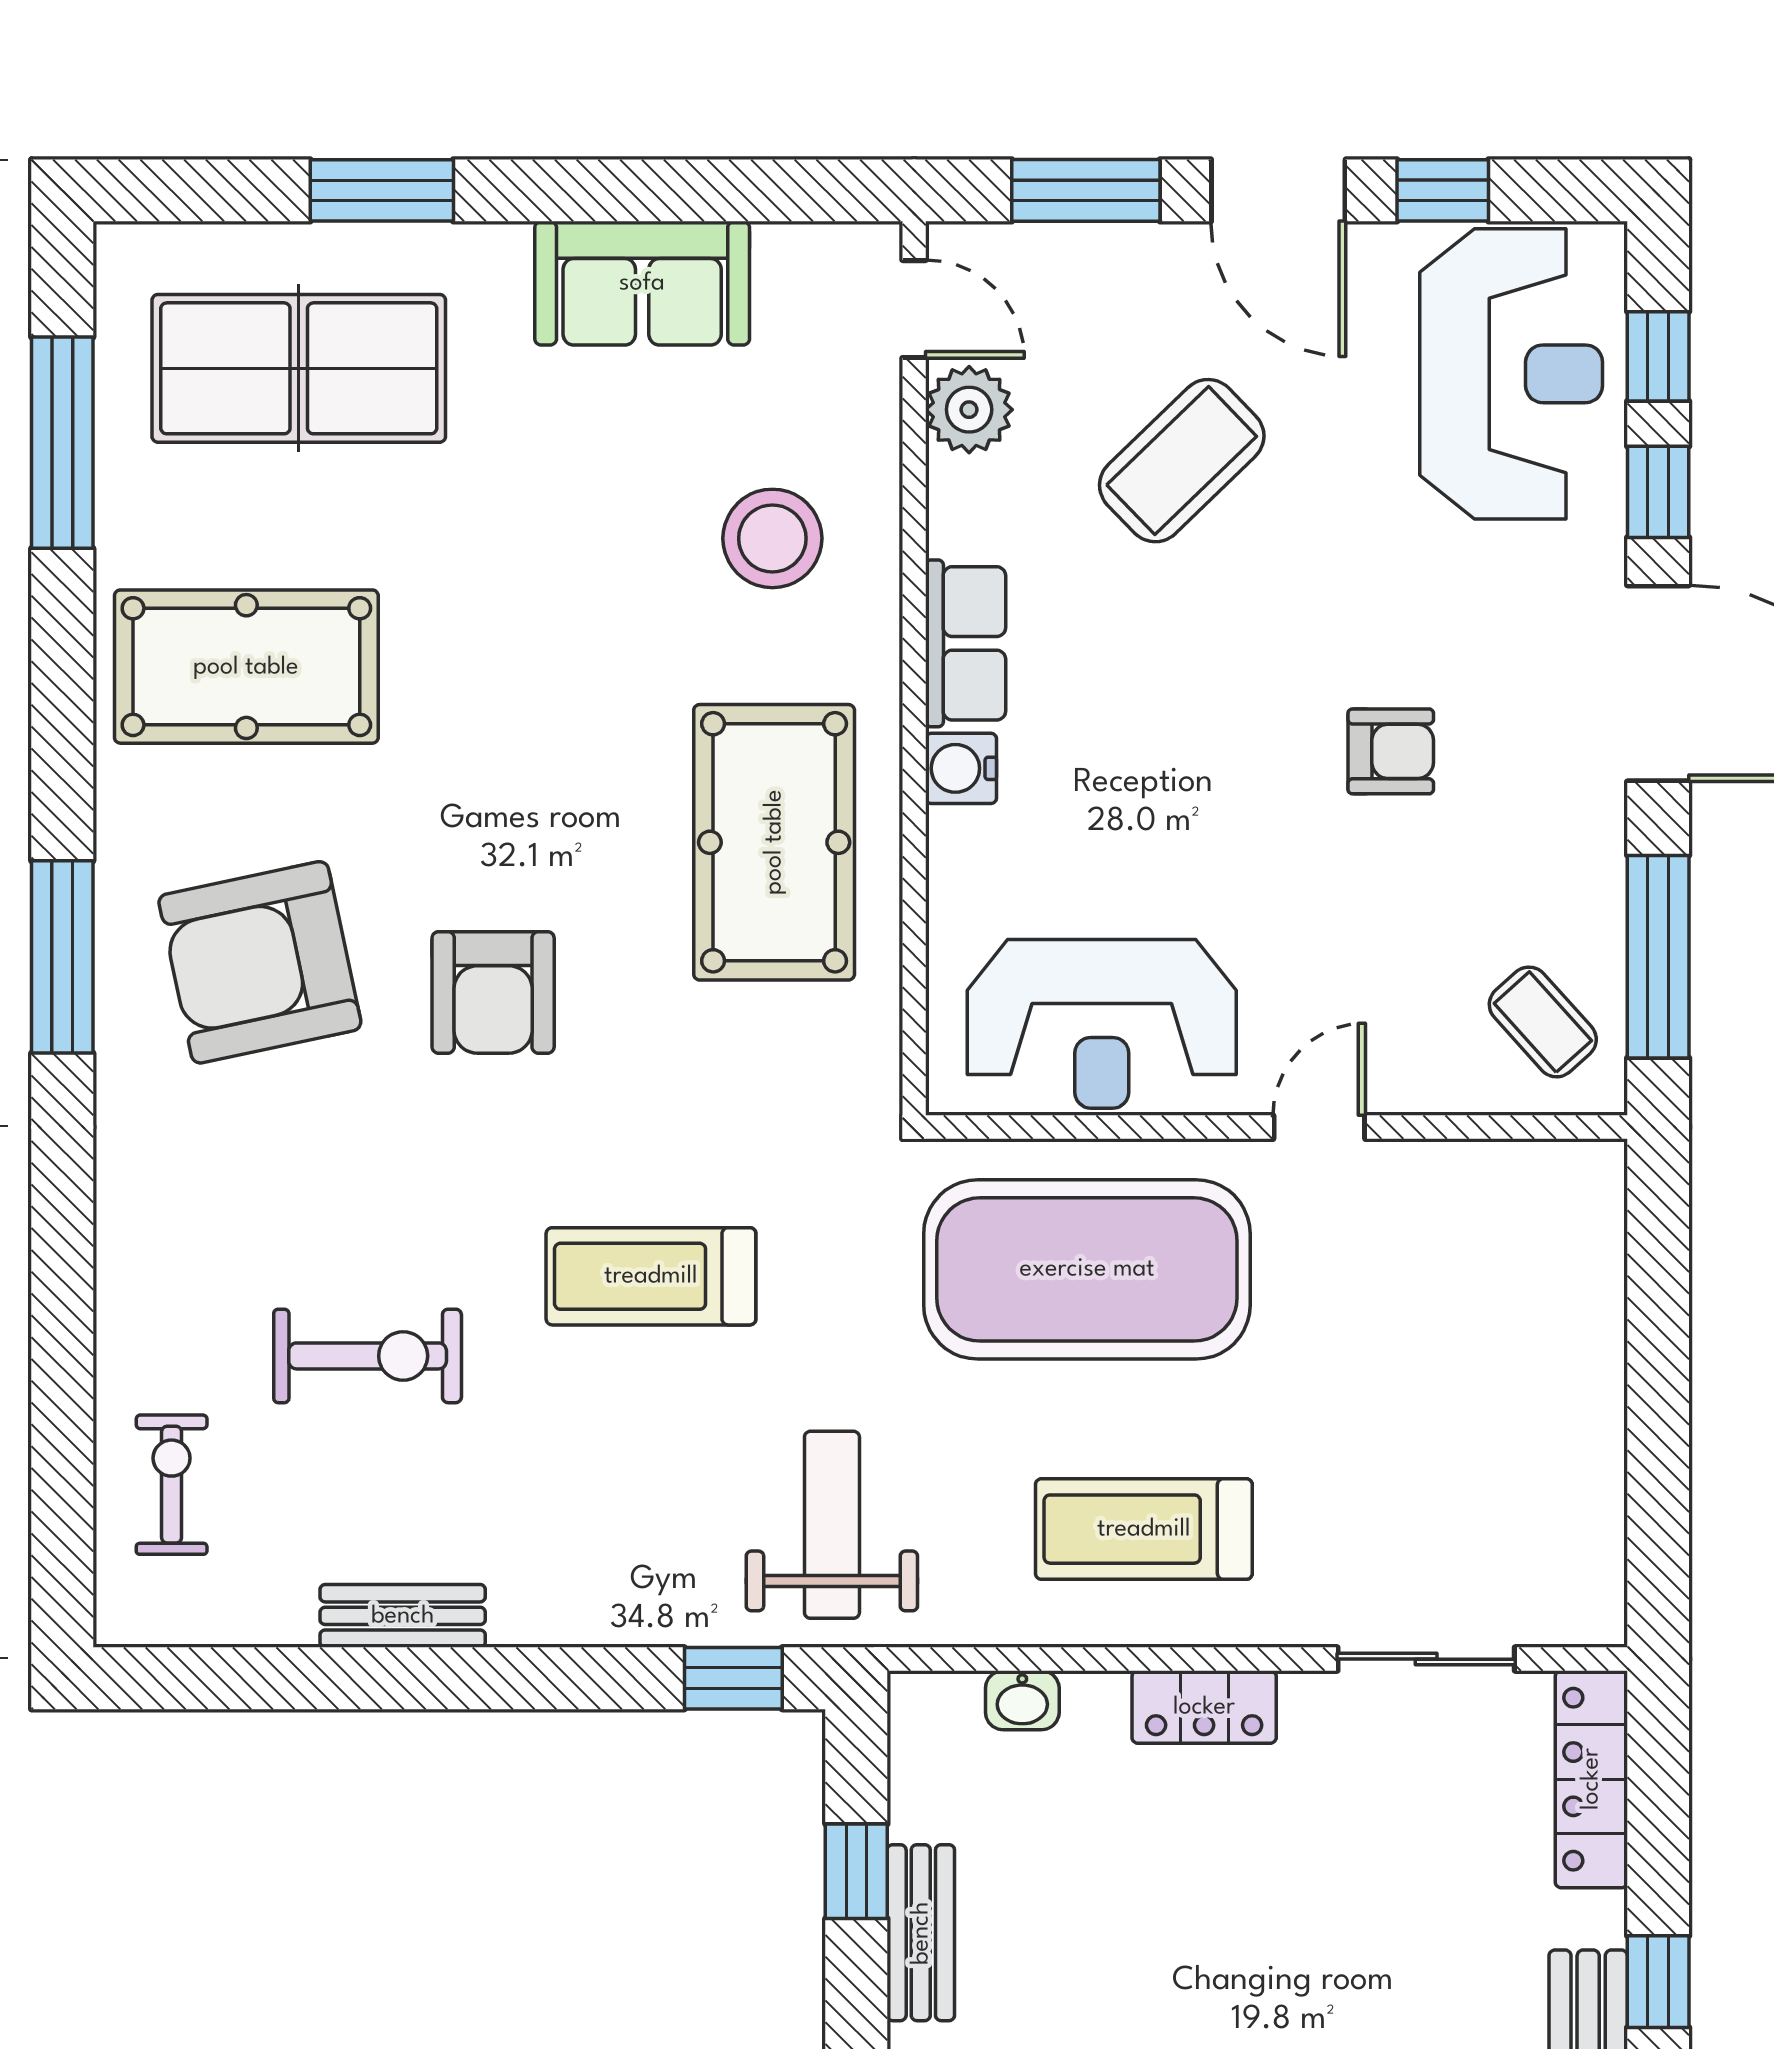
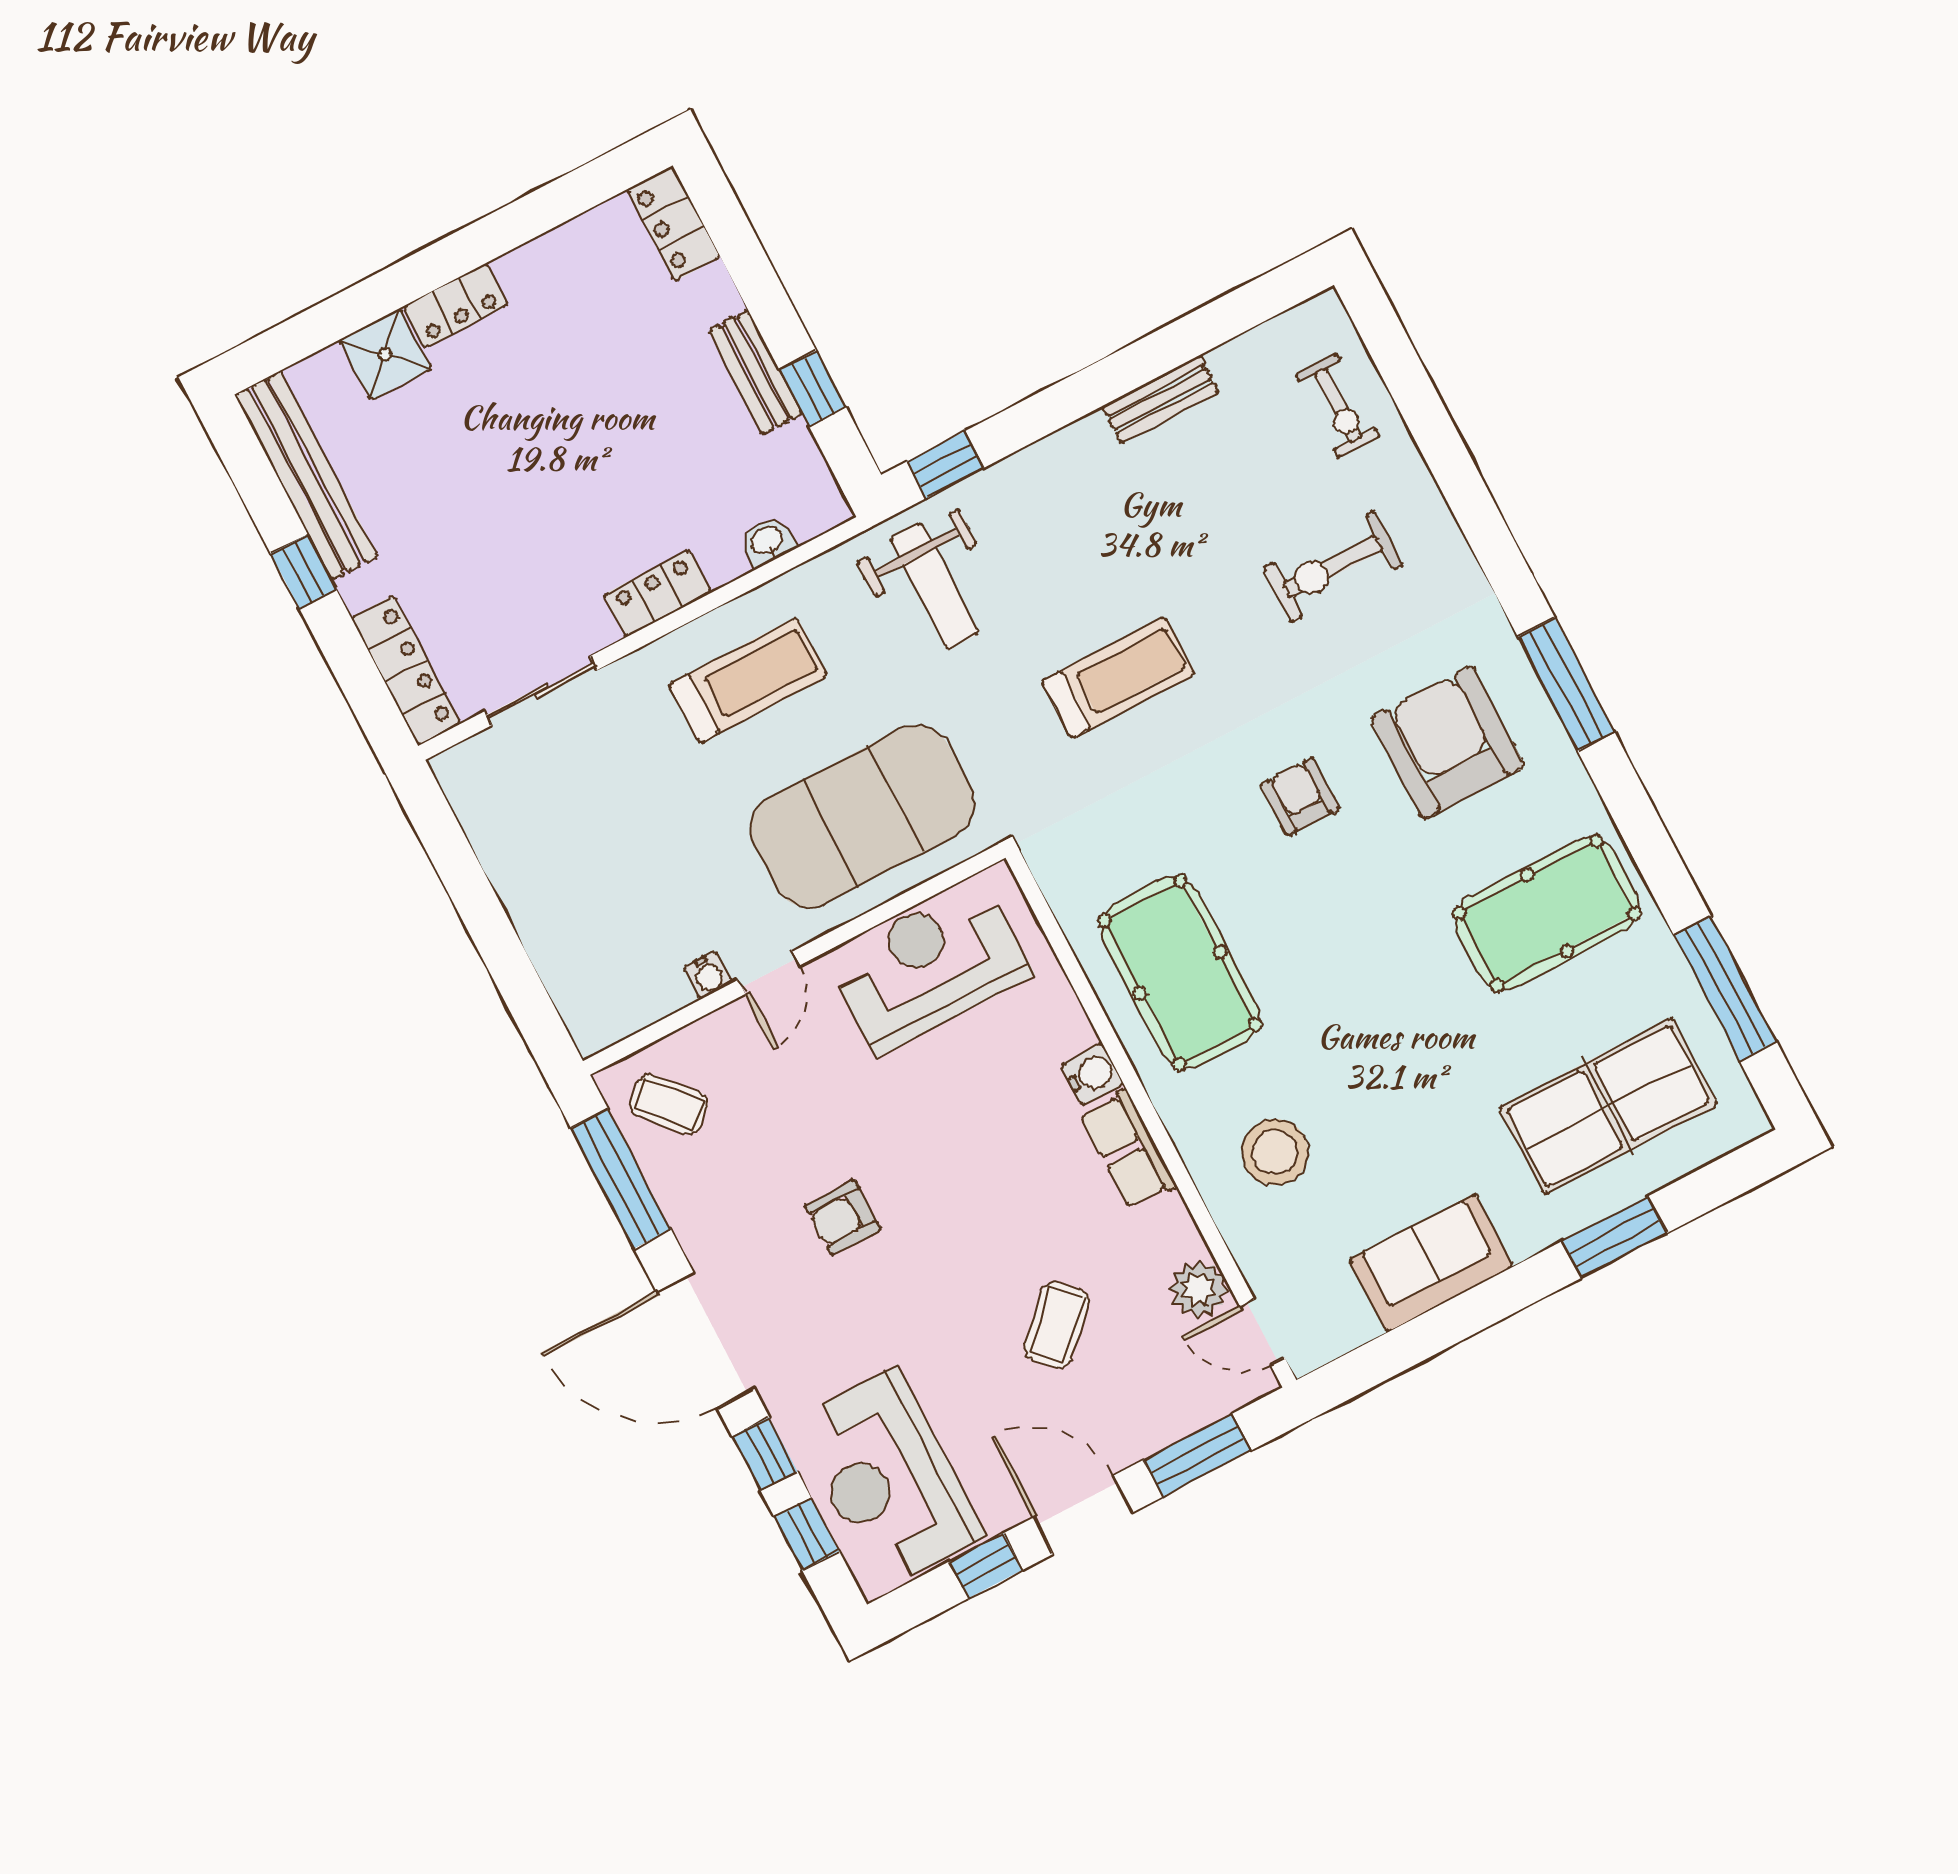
coffee table: (1182, 461) -> (1057, 1325), width x0.73, depth x0.77
armchair: (260, 962) -> (1447, 742), turned -78
armchair: (493, 992) -> (1300, 797), width x0.72, depth x0.72
water cooler: (1402, 1166) -> (708, 975), added
exercise bike: (368, 1356) -> (1333, 567), moved

